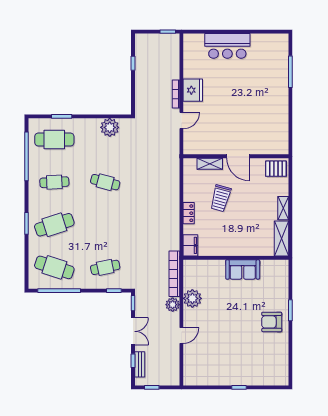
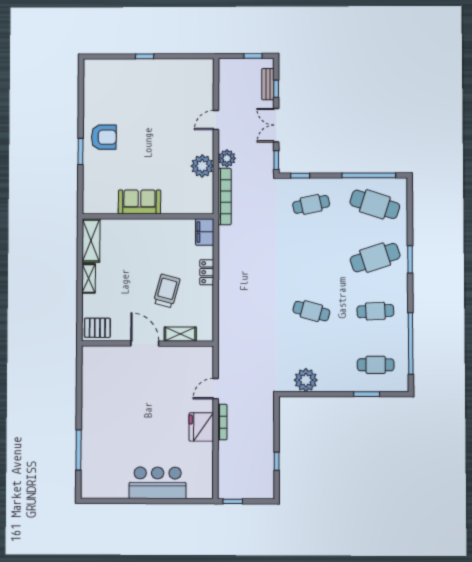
cafe table: (54, 140) -> (376, 365), width x0.73, depth x0.74

